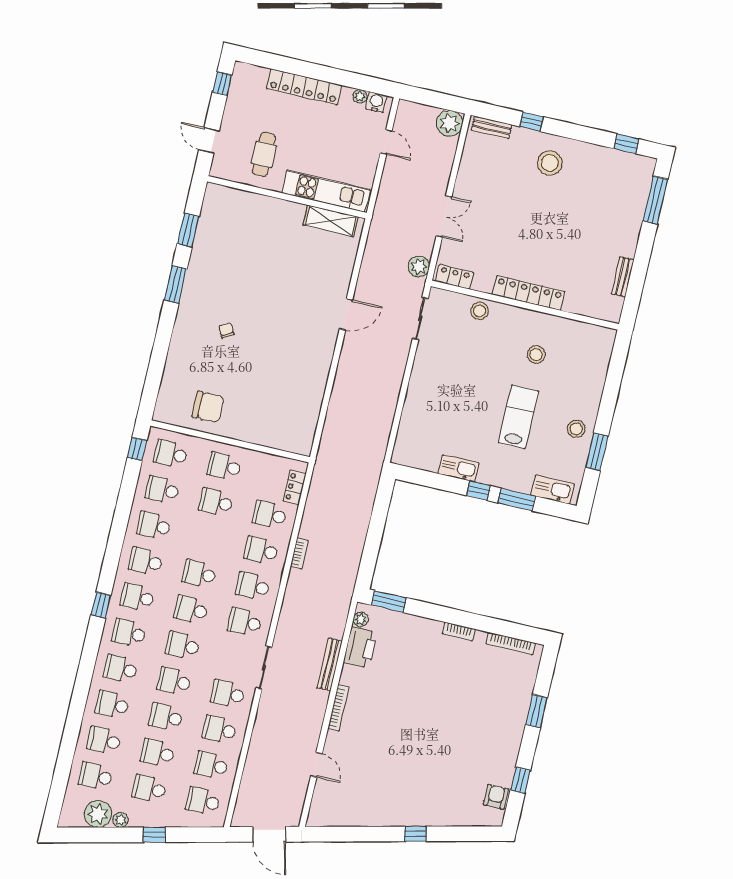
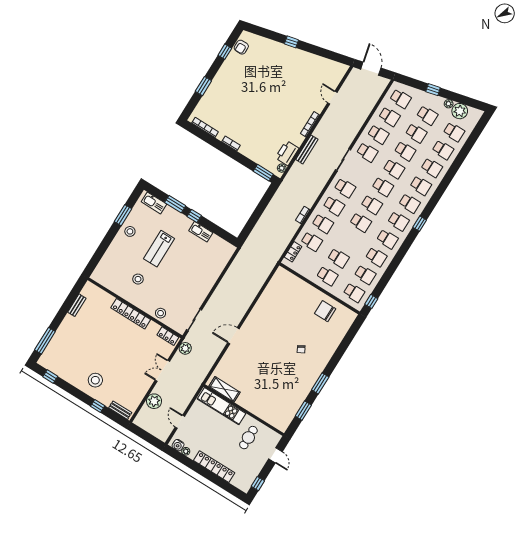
plant: (449, 123) -> (154, 401), moved

